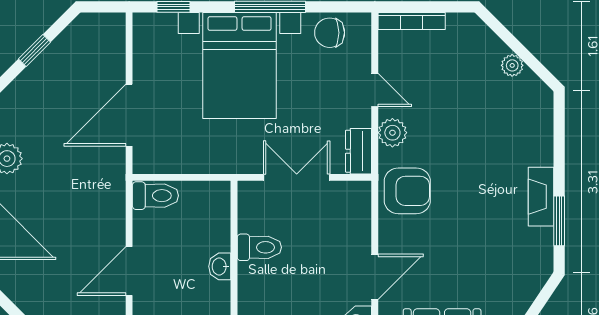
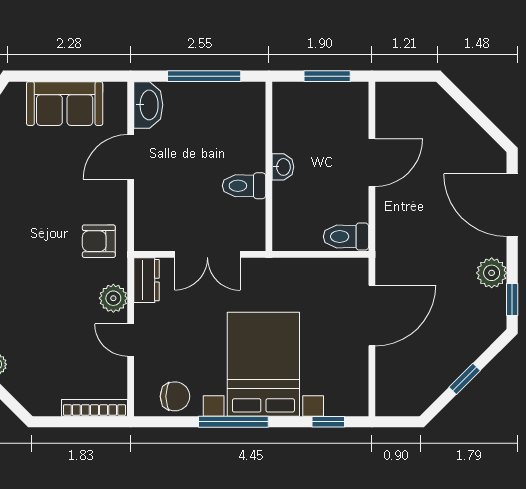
armchair: (407, 191) -> (99, 241), width x0.72, depth x0.72

